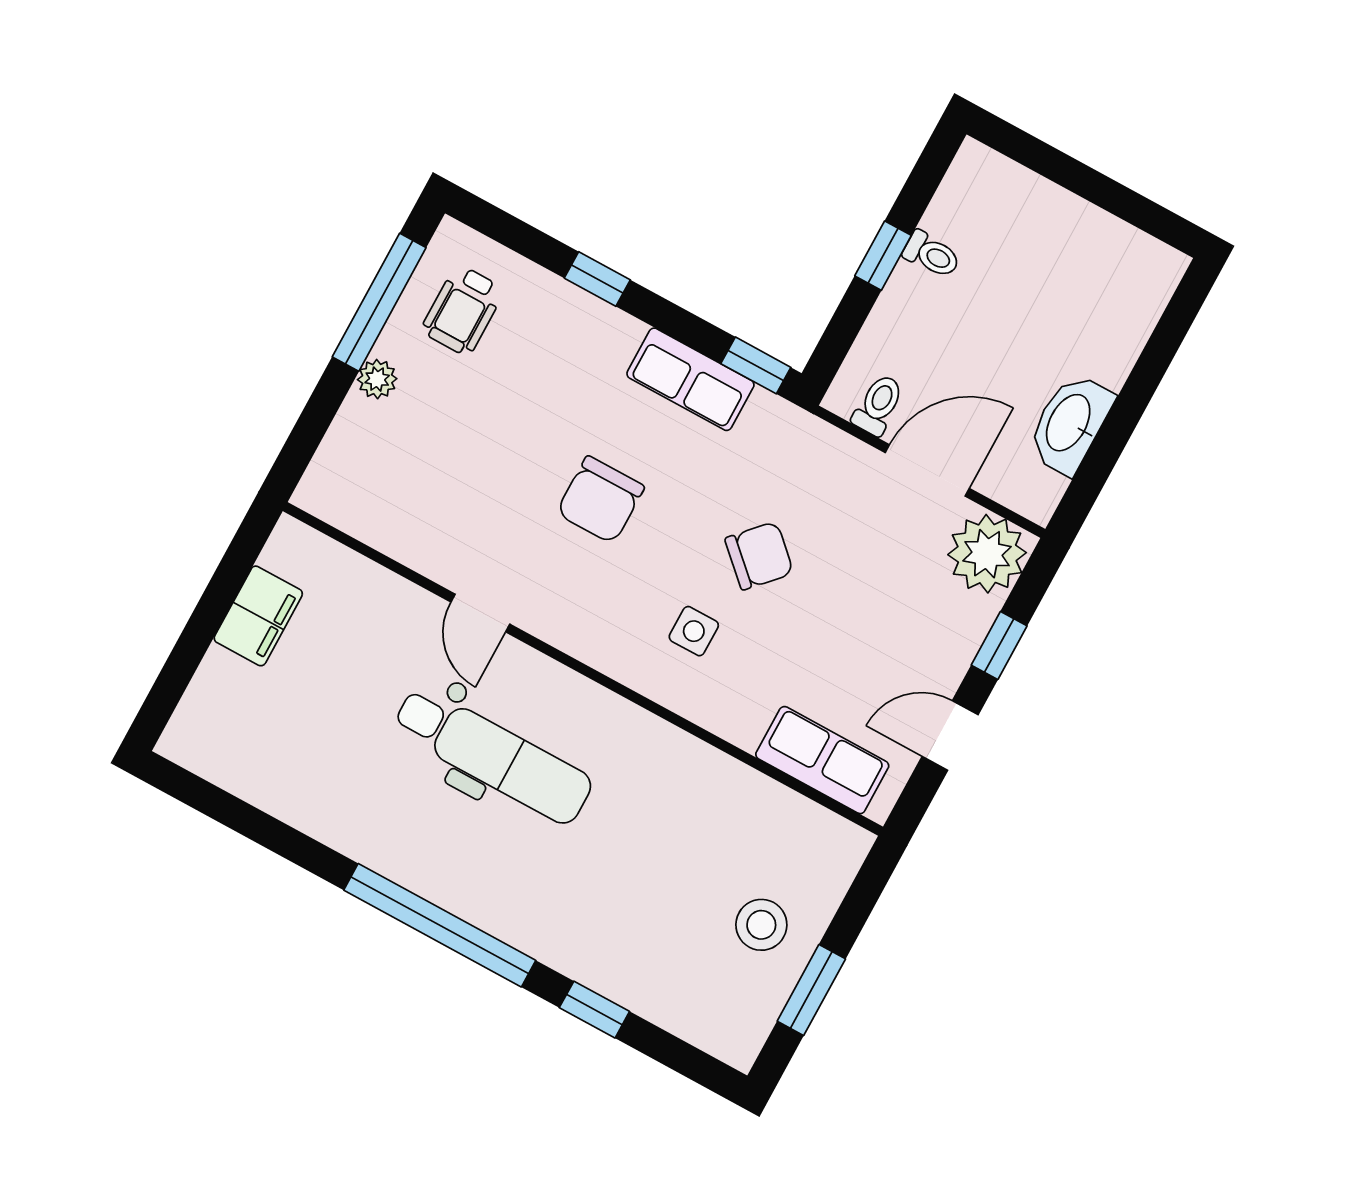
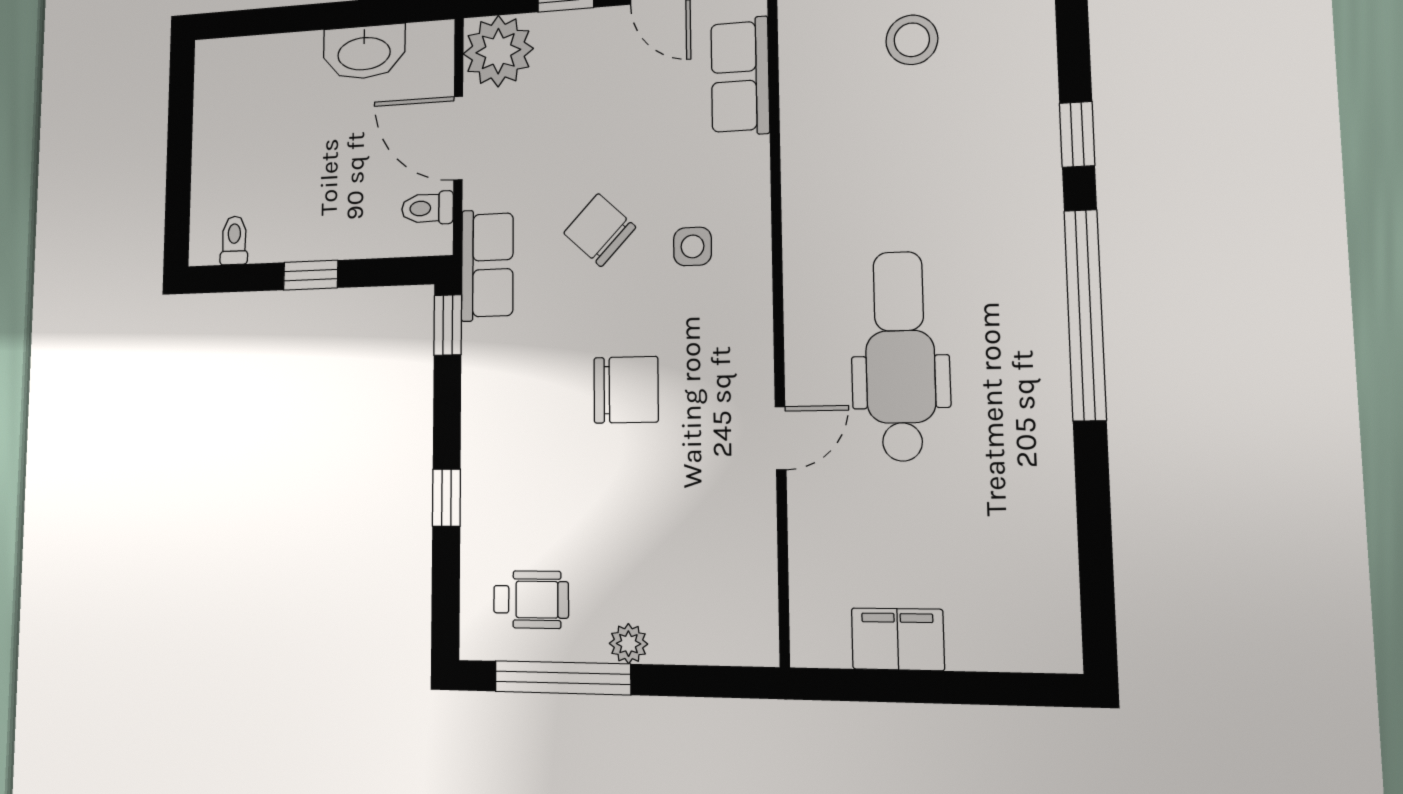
toilet: (932, 255) -> (234, 240), moved
row of seats: (690, 379) -> (487, 265), moved

